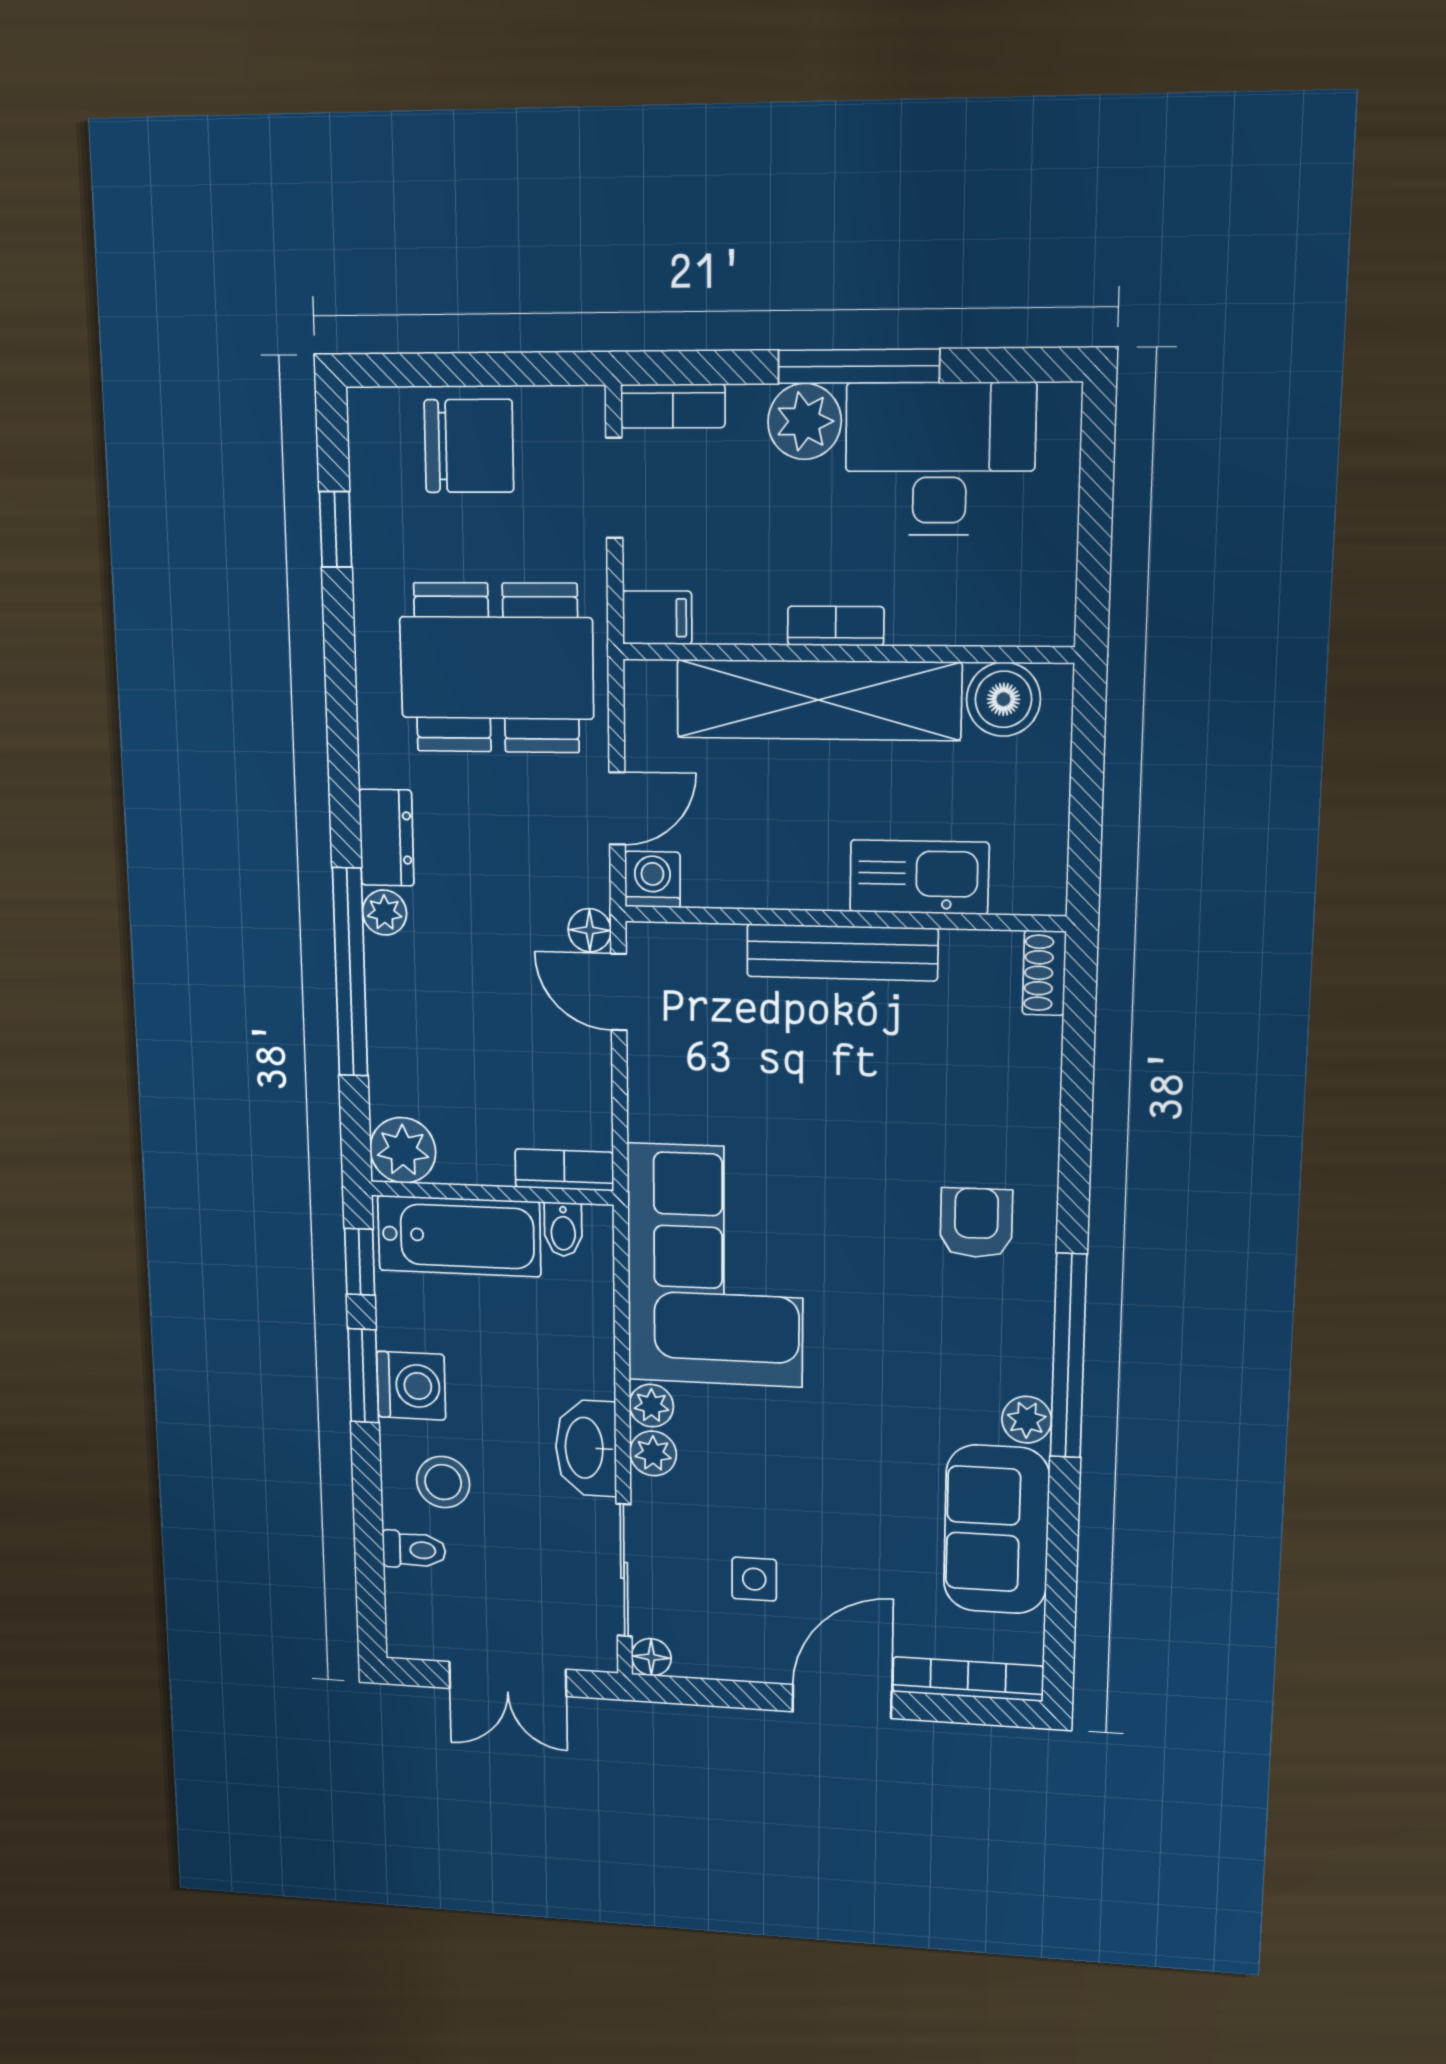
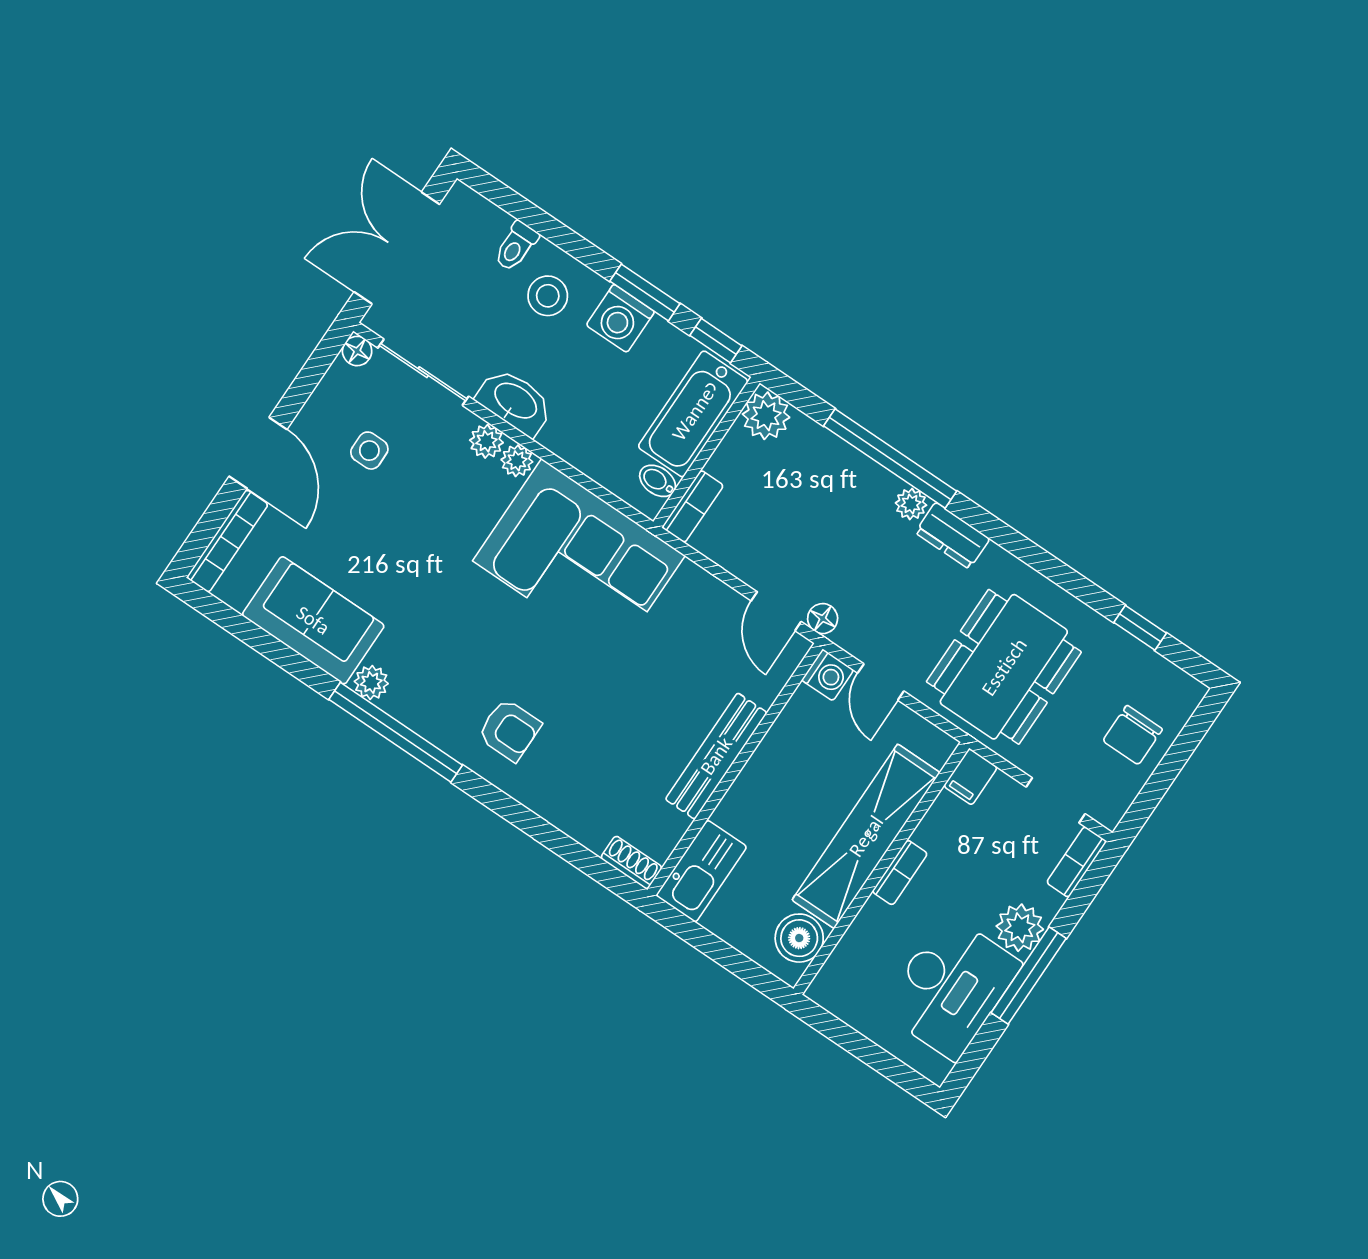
chair: (469, 446) -> (1133, 735), width x0.73, depth x0.73
kitchen sink: (919, 877) -> (701, 871), moved
door: (619, 992) -> (776, 611), swing flipped
double door: (508, 1679) -> (397, 248), width x1.37

